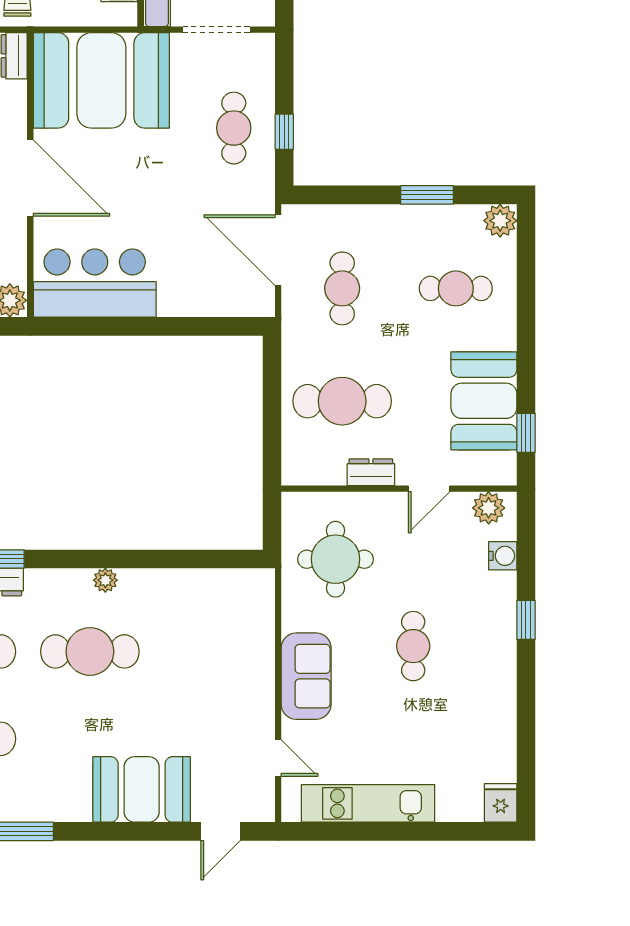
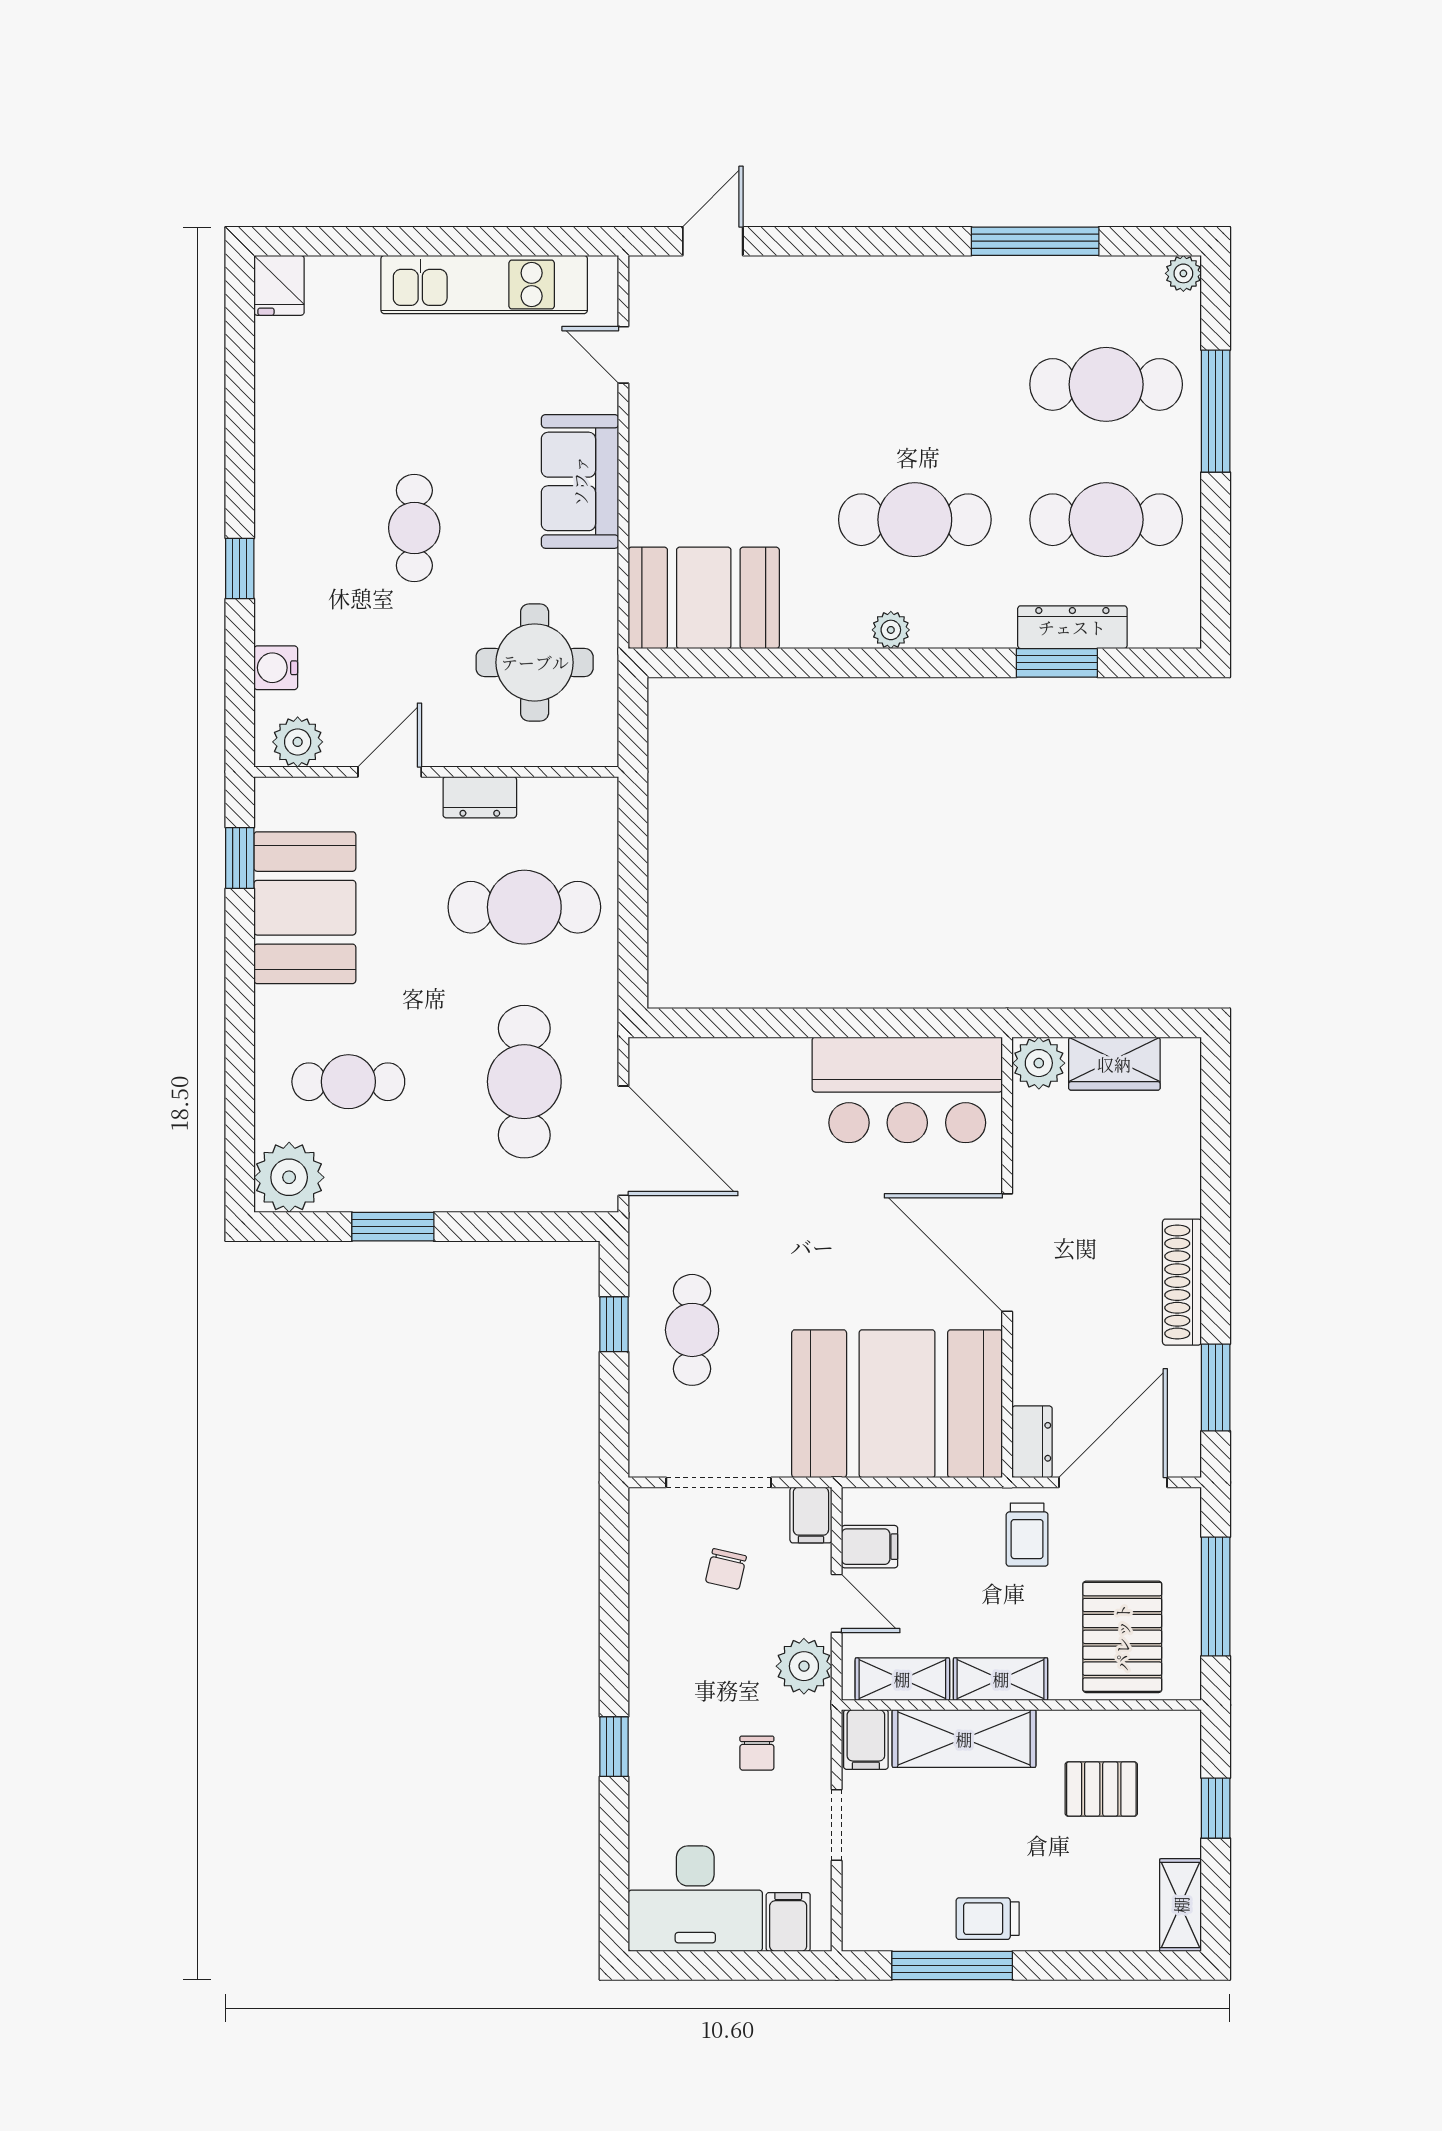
plant: (500, 221) -> (289, 1177), width x1.36, depth x1.36
cafe table: (342, 288) -> (524, 1082), width x1.37, depth x1.35
booth: (142, 789) -> (704, 598), moved

